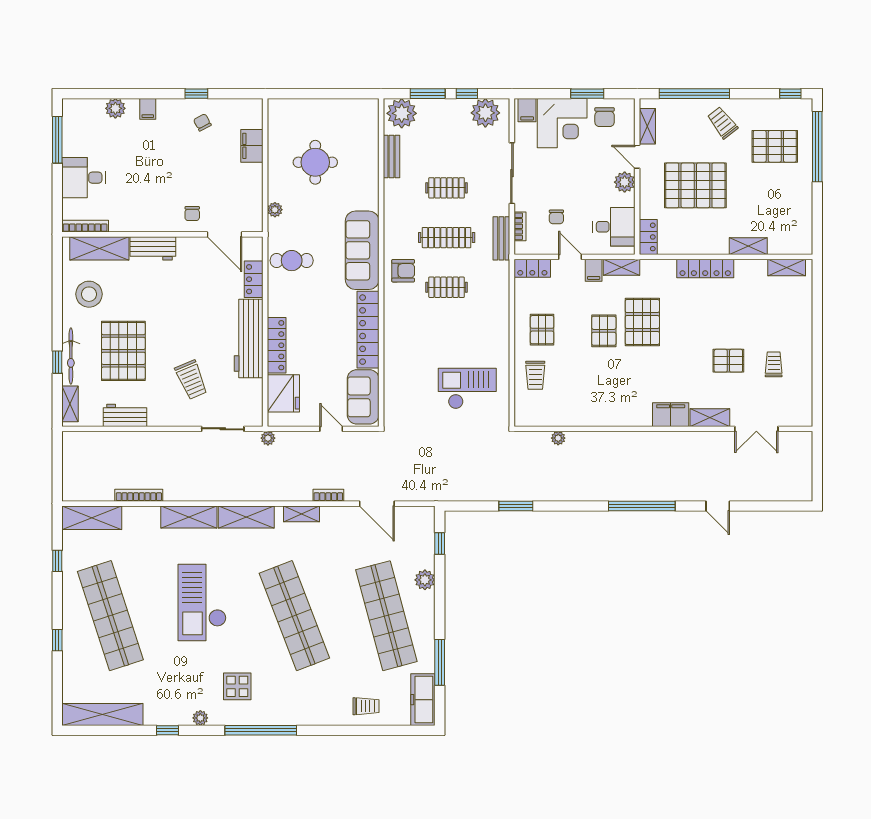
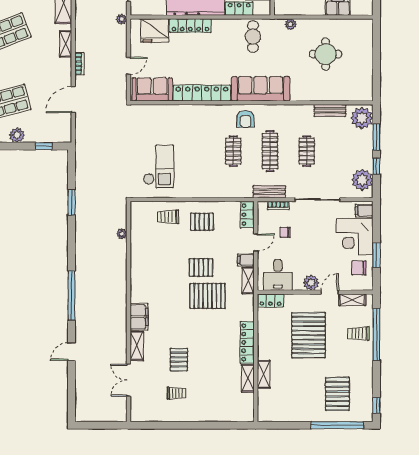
trolley: (722, 123) -> (359, 333), moved, turned -142
shelving: (787, 267) -> (248, 378), moved

